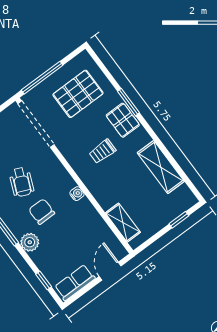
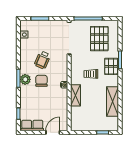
pallet: (78, 94) -> (99, 39), turned 90
shelving: (123, 223) -> (76, 95), moved
plant: (30, 242) -> (25, 79), moved

